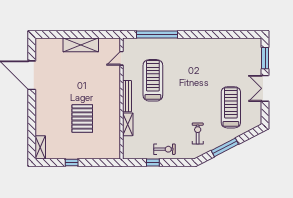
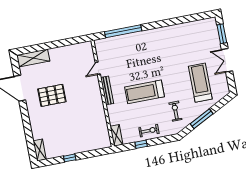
shelving: (81, 45) -> (33, 58), moved
door: (121, 58) -> (98, 68), moved
treadmill: (153, 80) -> (144, 92), moved, turned -90
pallet: (82, 119) -> (52, 95), moved, turned 90
shelving: (128, 124) -> (116, 135), moved

